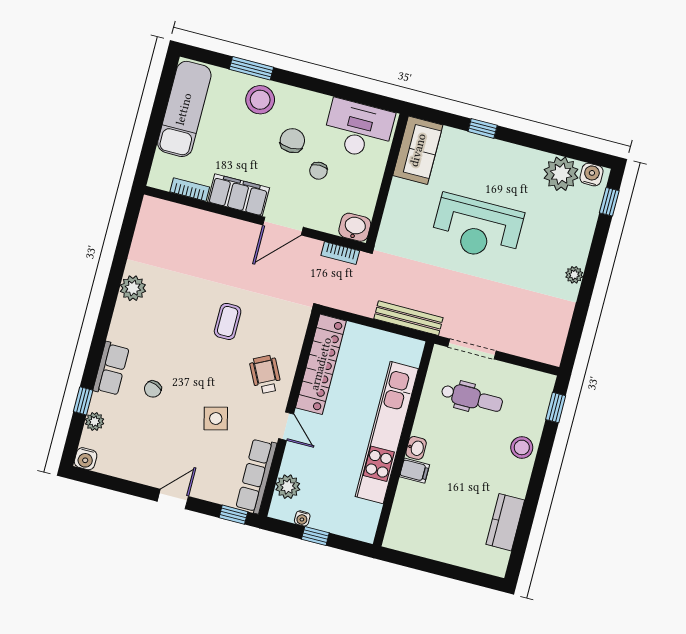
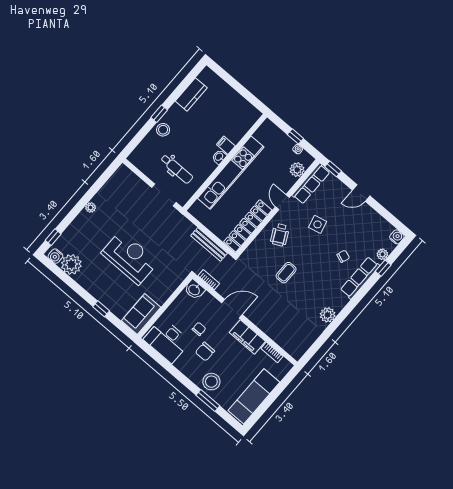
bench: (408, 318) -> (209, 244), moved
row of seats: (111, 369) -> (360, 278), width x1.48
dental chair: (472, 398) -> (177, 169), turned 180
window: (556, 408) -> (159, 114), moved

